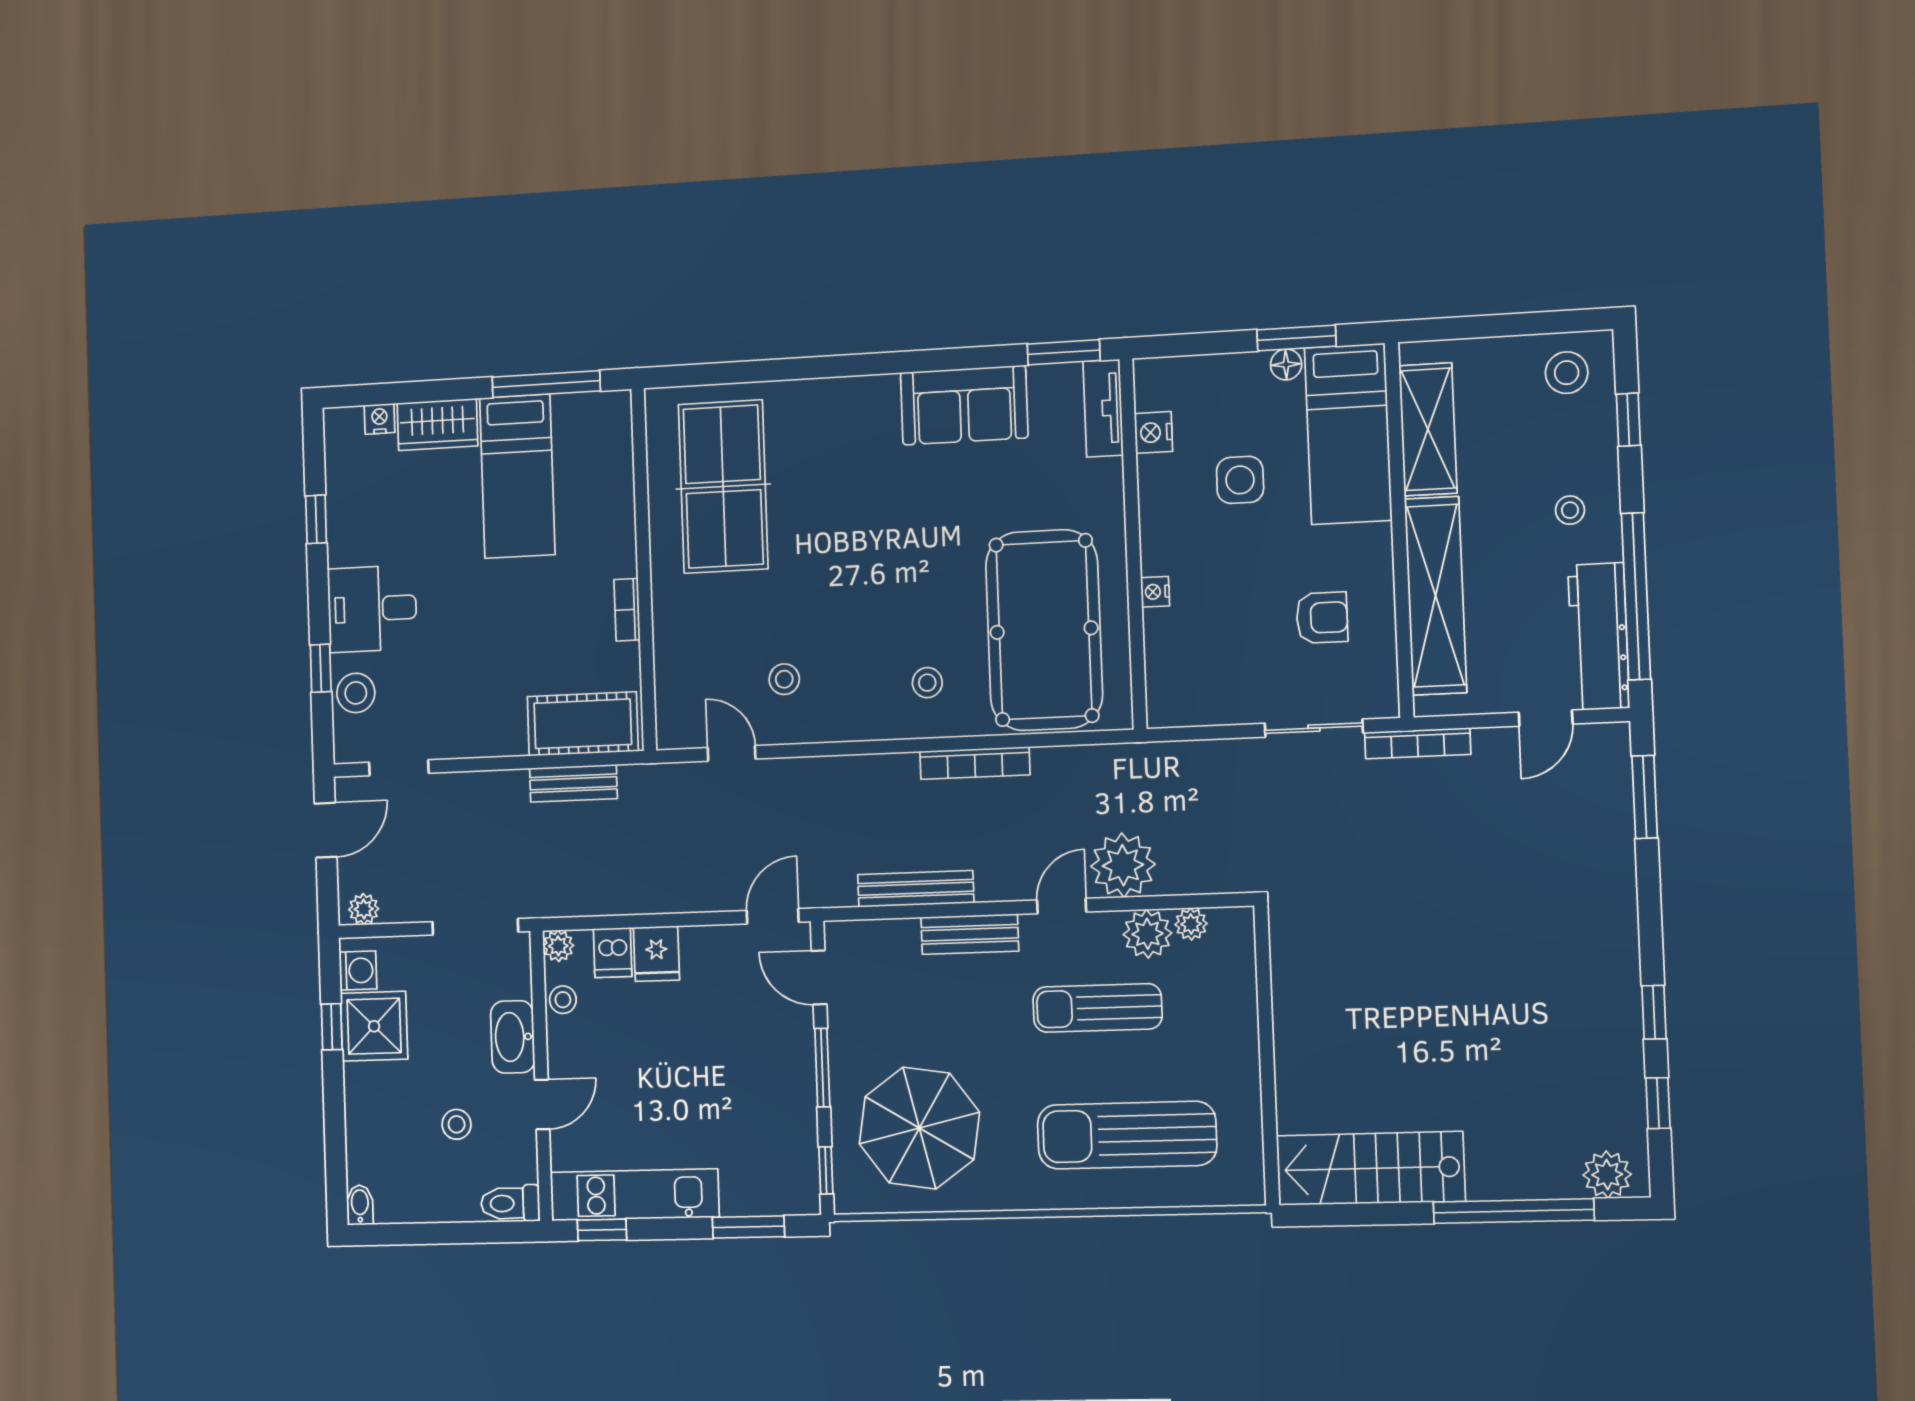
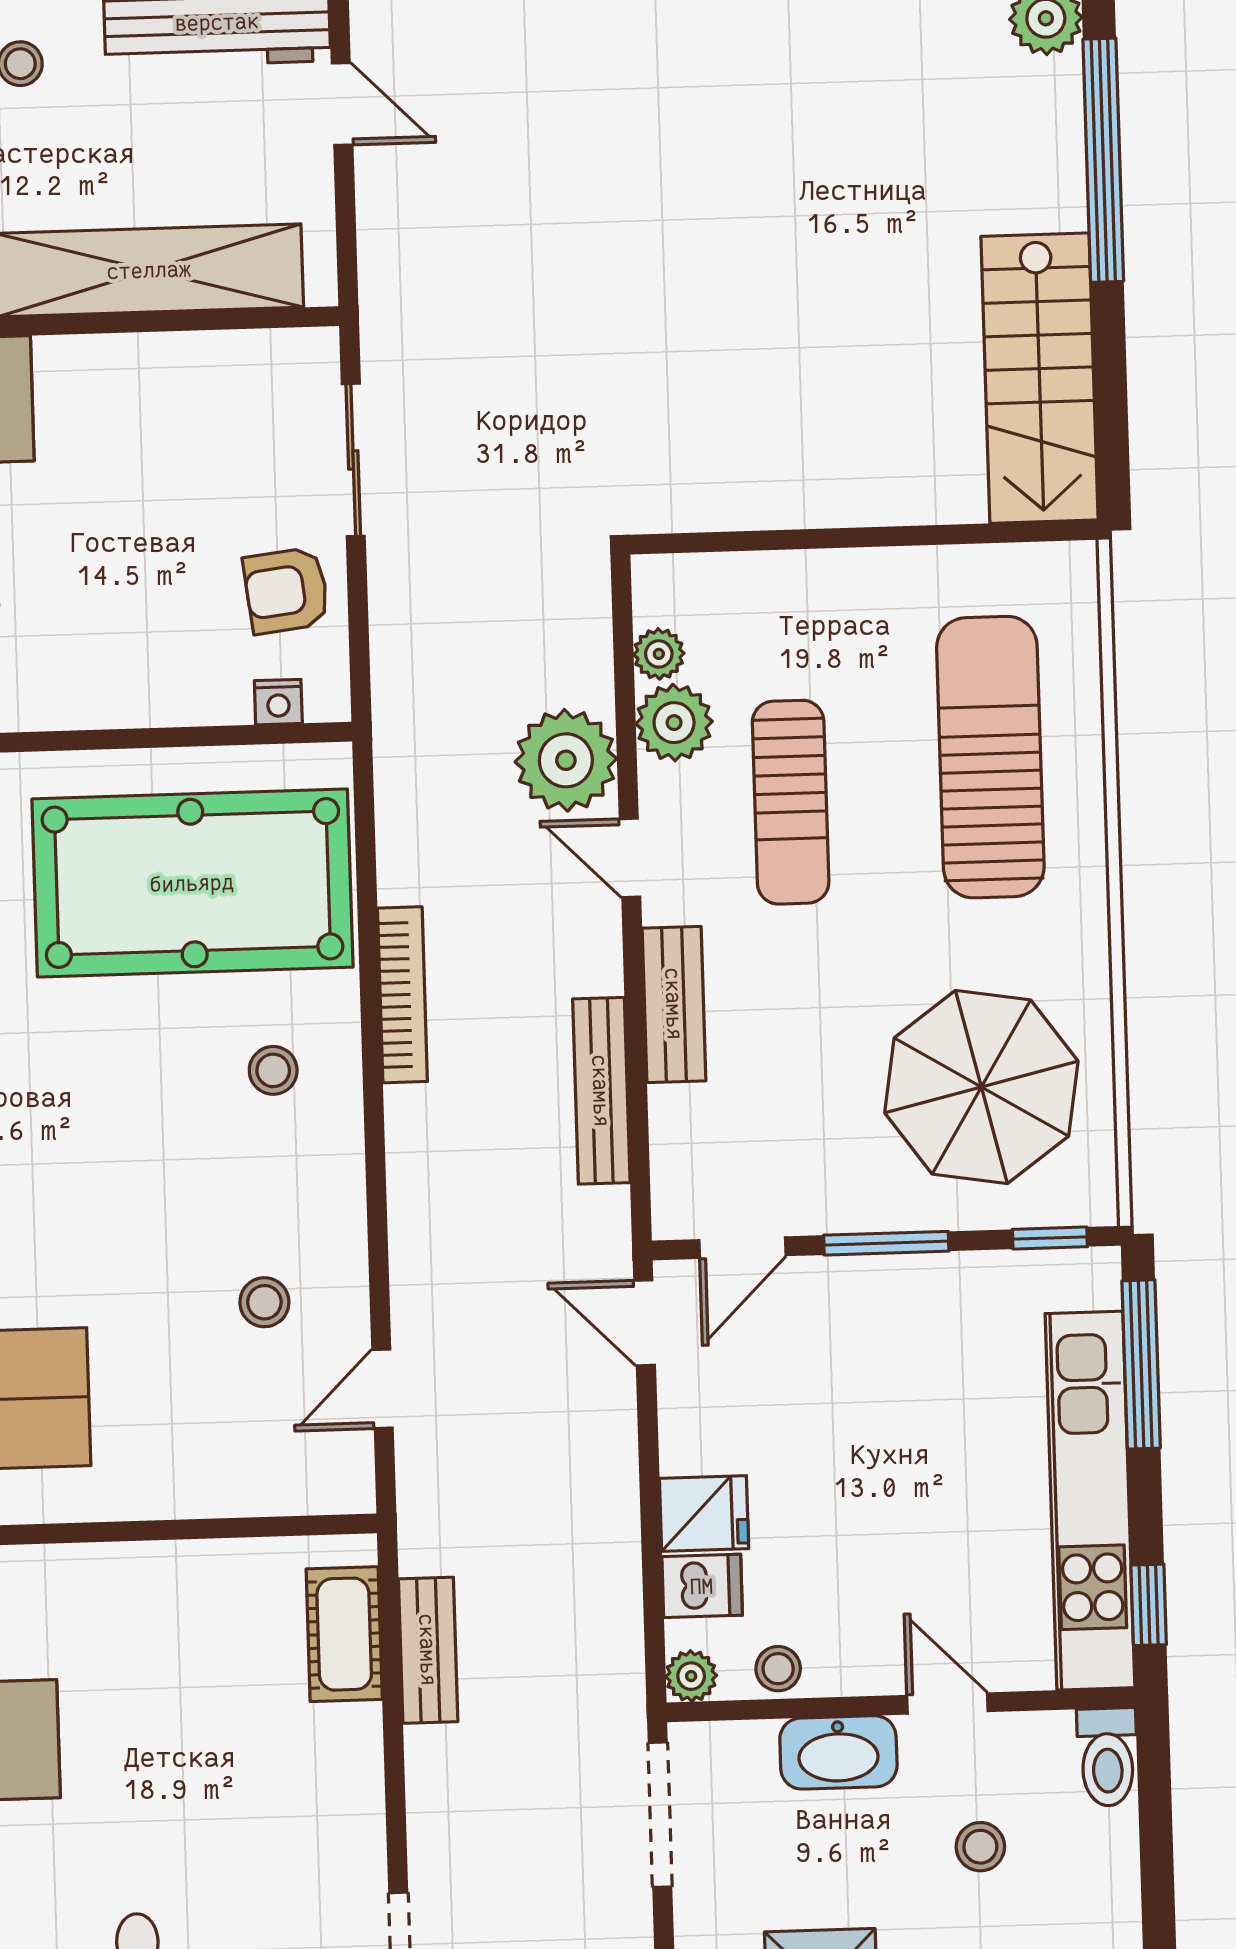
nightstand: (1155, 592) -> (278, 702), moved
bookcase: (627, 610) -> (148, 1560), removed
armchair: (1322, 618) -> (286, 591), moved, turned -97
cot: (583, 724) -> (344, 1634), width x0.73, depth x0.75
bookcase: (1418, 743) -> (379, 300), removed
sun lounger: (1127, 1135) -> (990, 757), turned 180
kitchen unit: (635, 1195) -> (1090, 1501), width x1.36
window: (748, 1227) -> (1141, 1364), width x1.44

